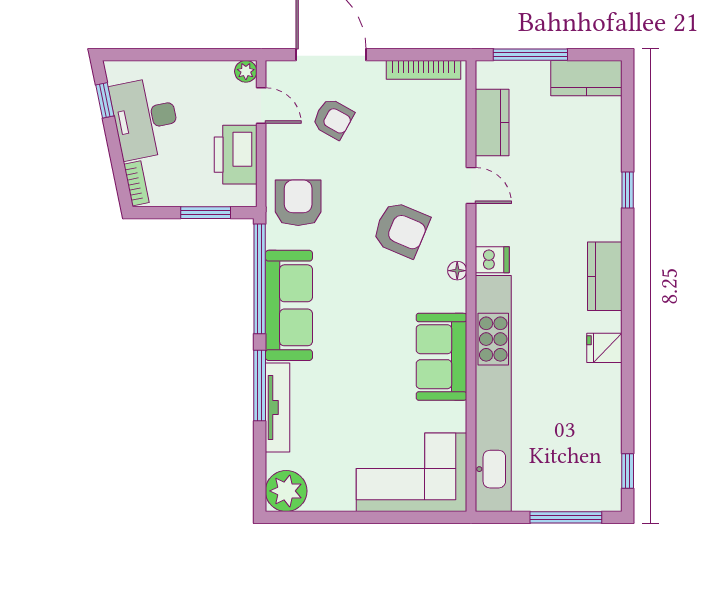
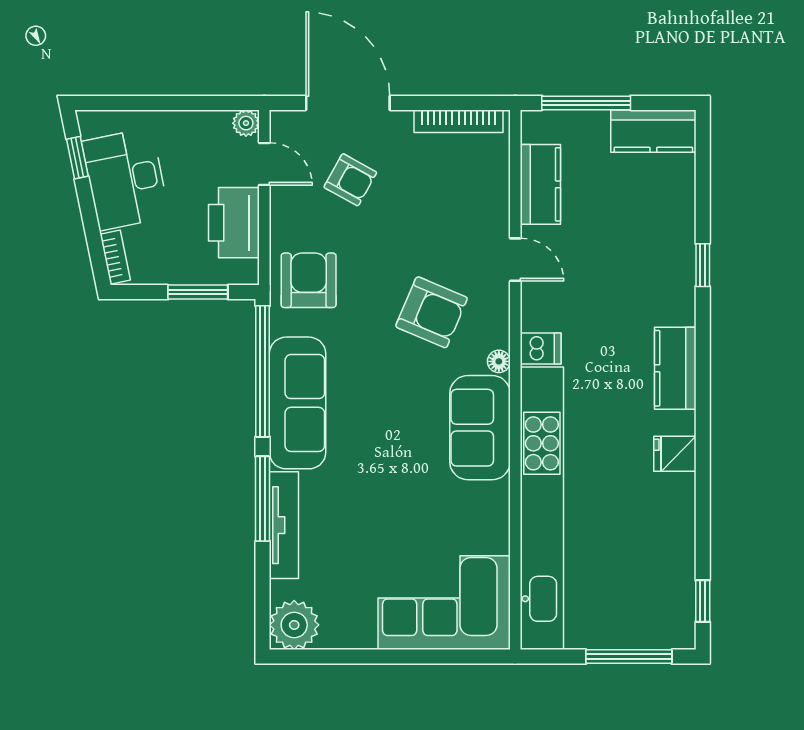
sofa: (441, 357) -> (480, 428), moved

